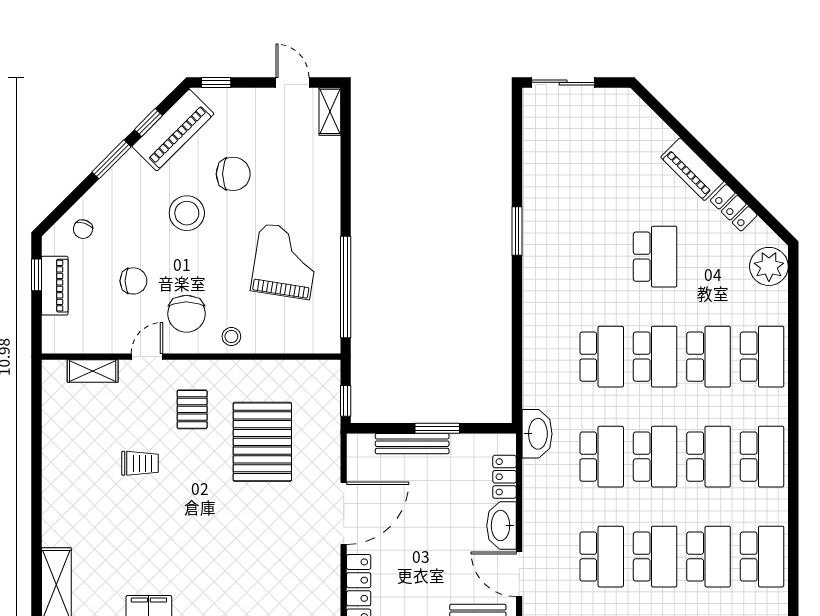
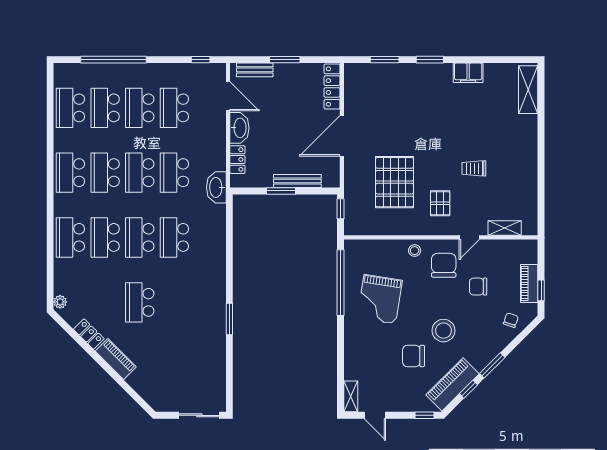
plant: (769, 266) -> (60, 302), width x0.53, depth x0.53

